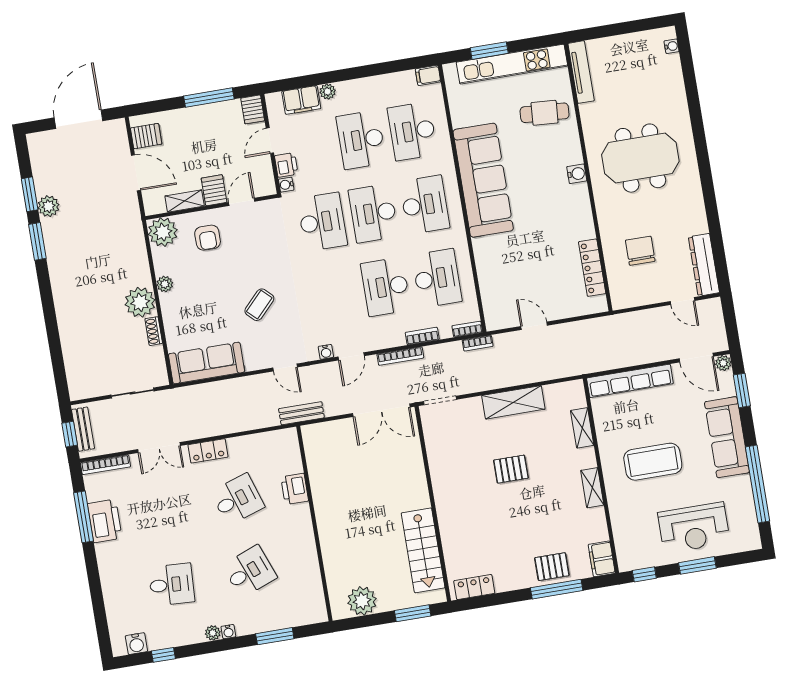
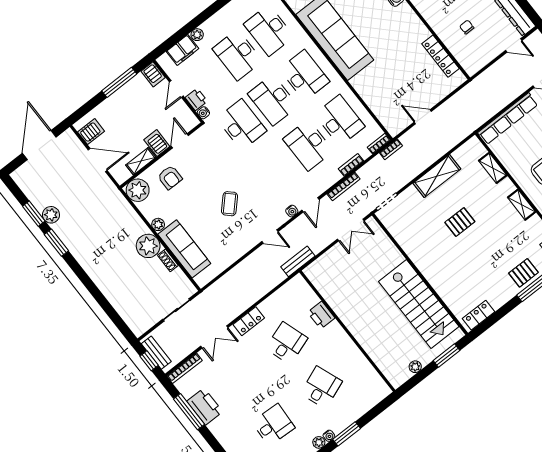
chair: (640, 251) -> (467, 27), width x0.54, depth x0.54
sofa: (207, 363) -> (184, 249), moved, turned 90
double door: (381, 410) -> (351, 230), width x0.73
stairs: (423, 550) -> (419, 304), width x1.36, depth x1.51
plant: (362, 601) -> (415, 367), width x0.53, depth x0.53
window: (275, 636) -> (347, 434), moved

